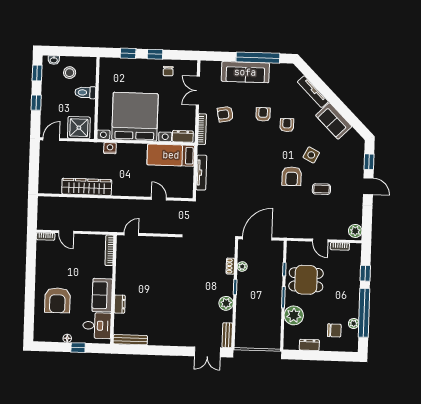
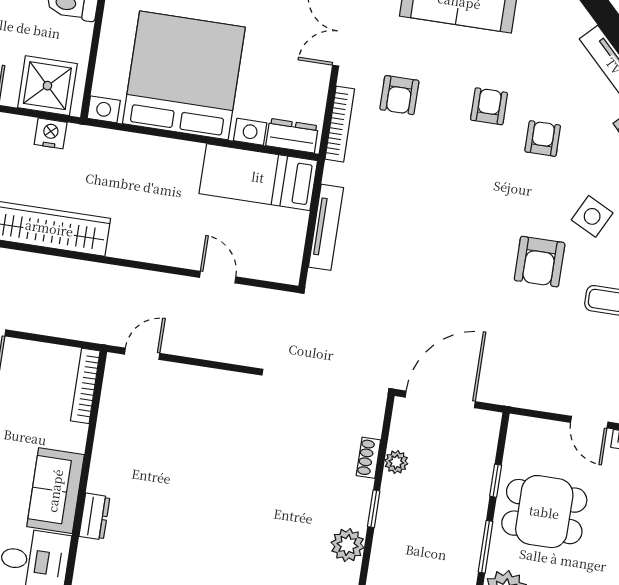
armchair: (225, 114) -> (399, 95), turned -79
nightstand: (110, 148) -> (51, 133), moved

